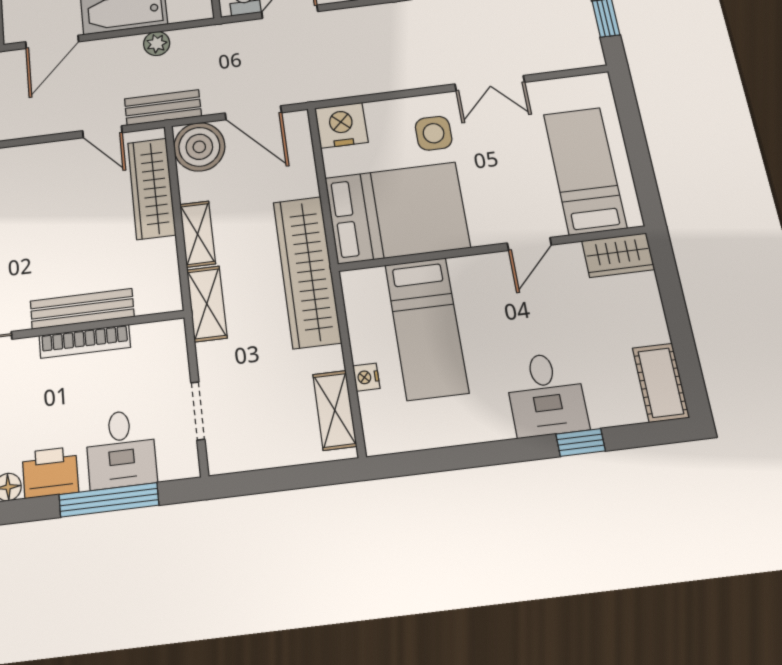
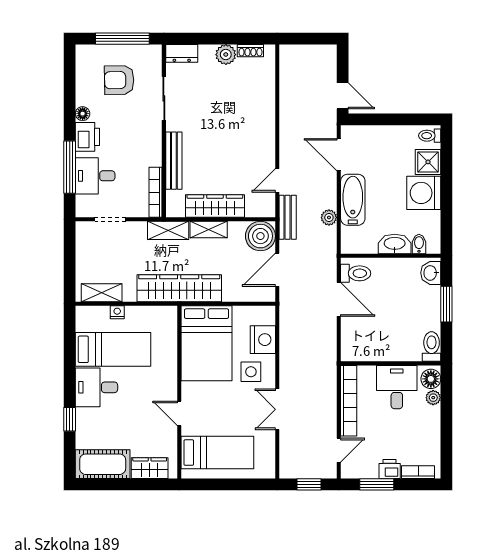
nightstand: (341, 125) -> (263, 340), moved
wardrobe: (152, 189) -> (215, 206), moved
wardrobe: (618, 255) -> (150, 468), moved, turned 90
bed: (427, 328) -> (113, 349), moved, turned 180
bookcase: (85, 341) -> (155, 192), moved
cot: (661, 383) -> (103, 464), width x1.37, depth x1.34
desk: (546, 394) -> (96, 387), moved

